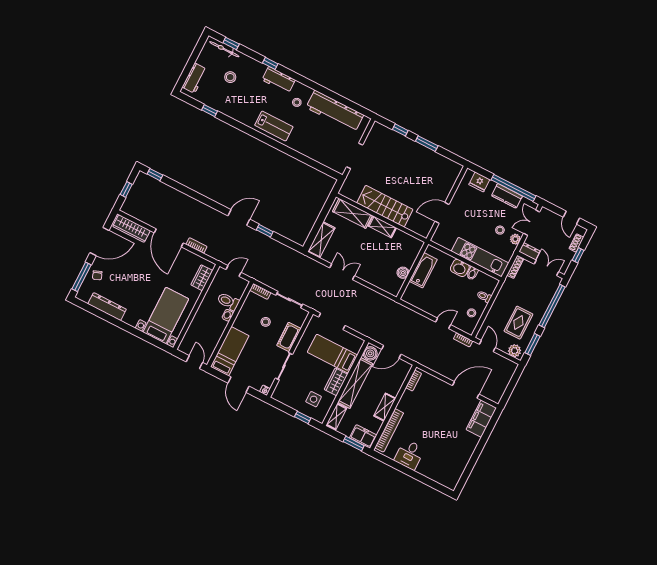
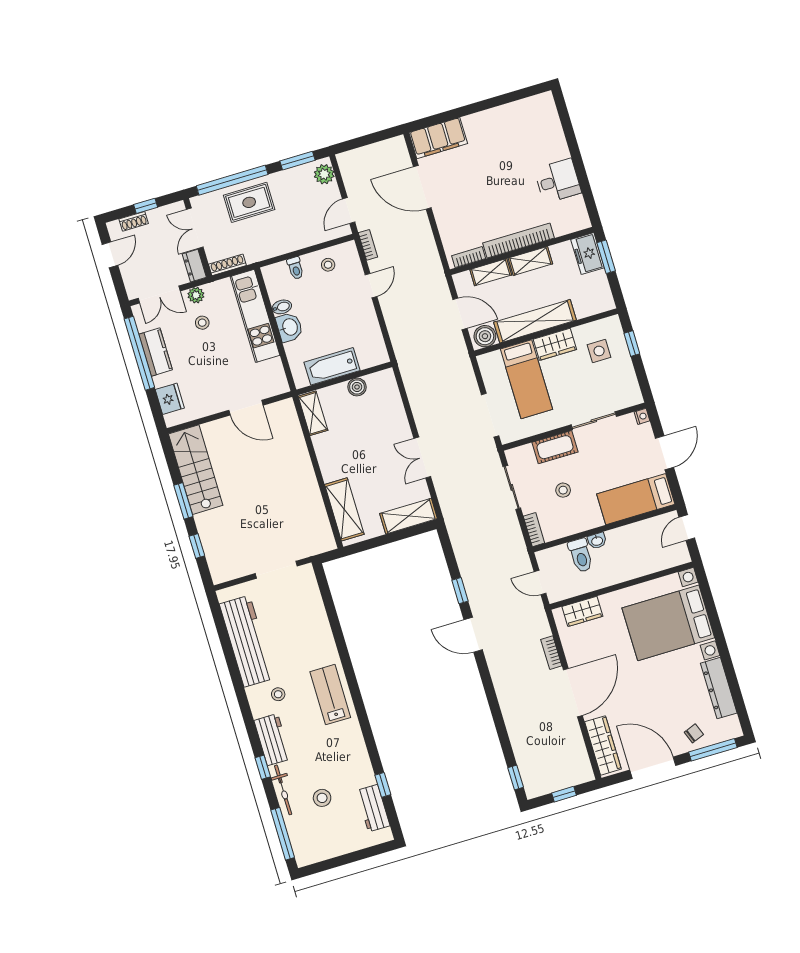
window: (231, 43) -> (283, 834), width x2.17
bicycle: (224, 49) -> (283, 790), moved
workbench: (195, 78) -> (373, 808), moved, turned -90
stairs: (385, 206) -> (196, 470), moved, turned 180
shelving: (382, 227) -> (313, 413), moved
bed with nightstands: (166, 316) -> (668, 623), width x1.36
door: (443, 323) -> (371, 286), swing flipped
rug: (518, 323) -> (249, 202), moved
shelving: (336, 416) -> (491, 272), moved
bookcase: (389, 430) -> (518, 241), moved

